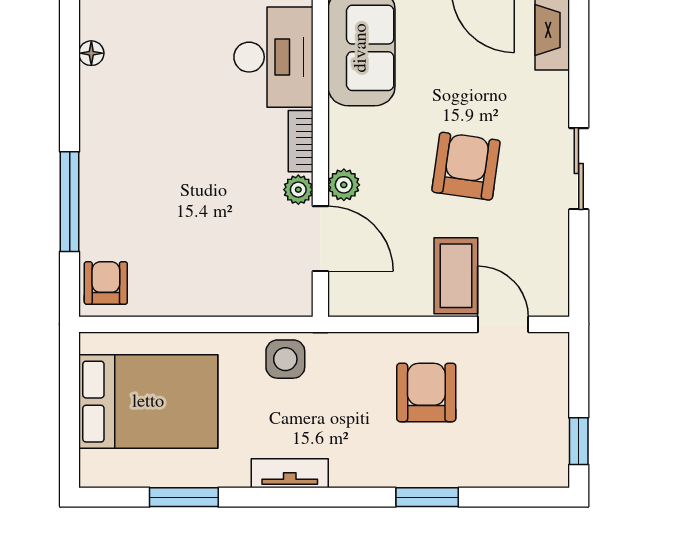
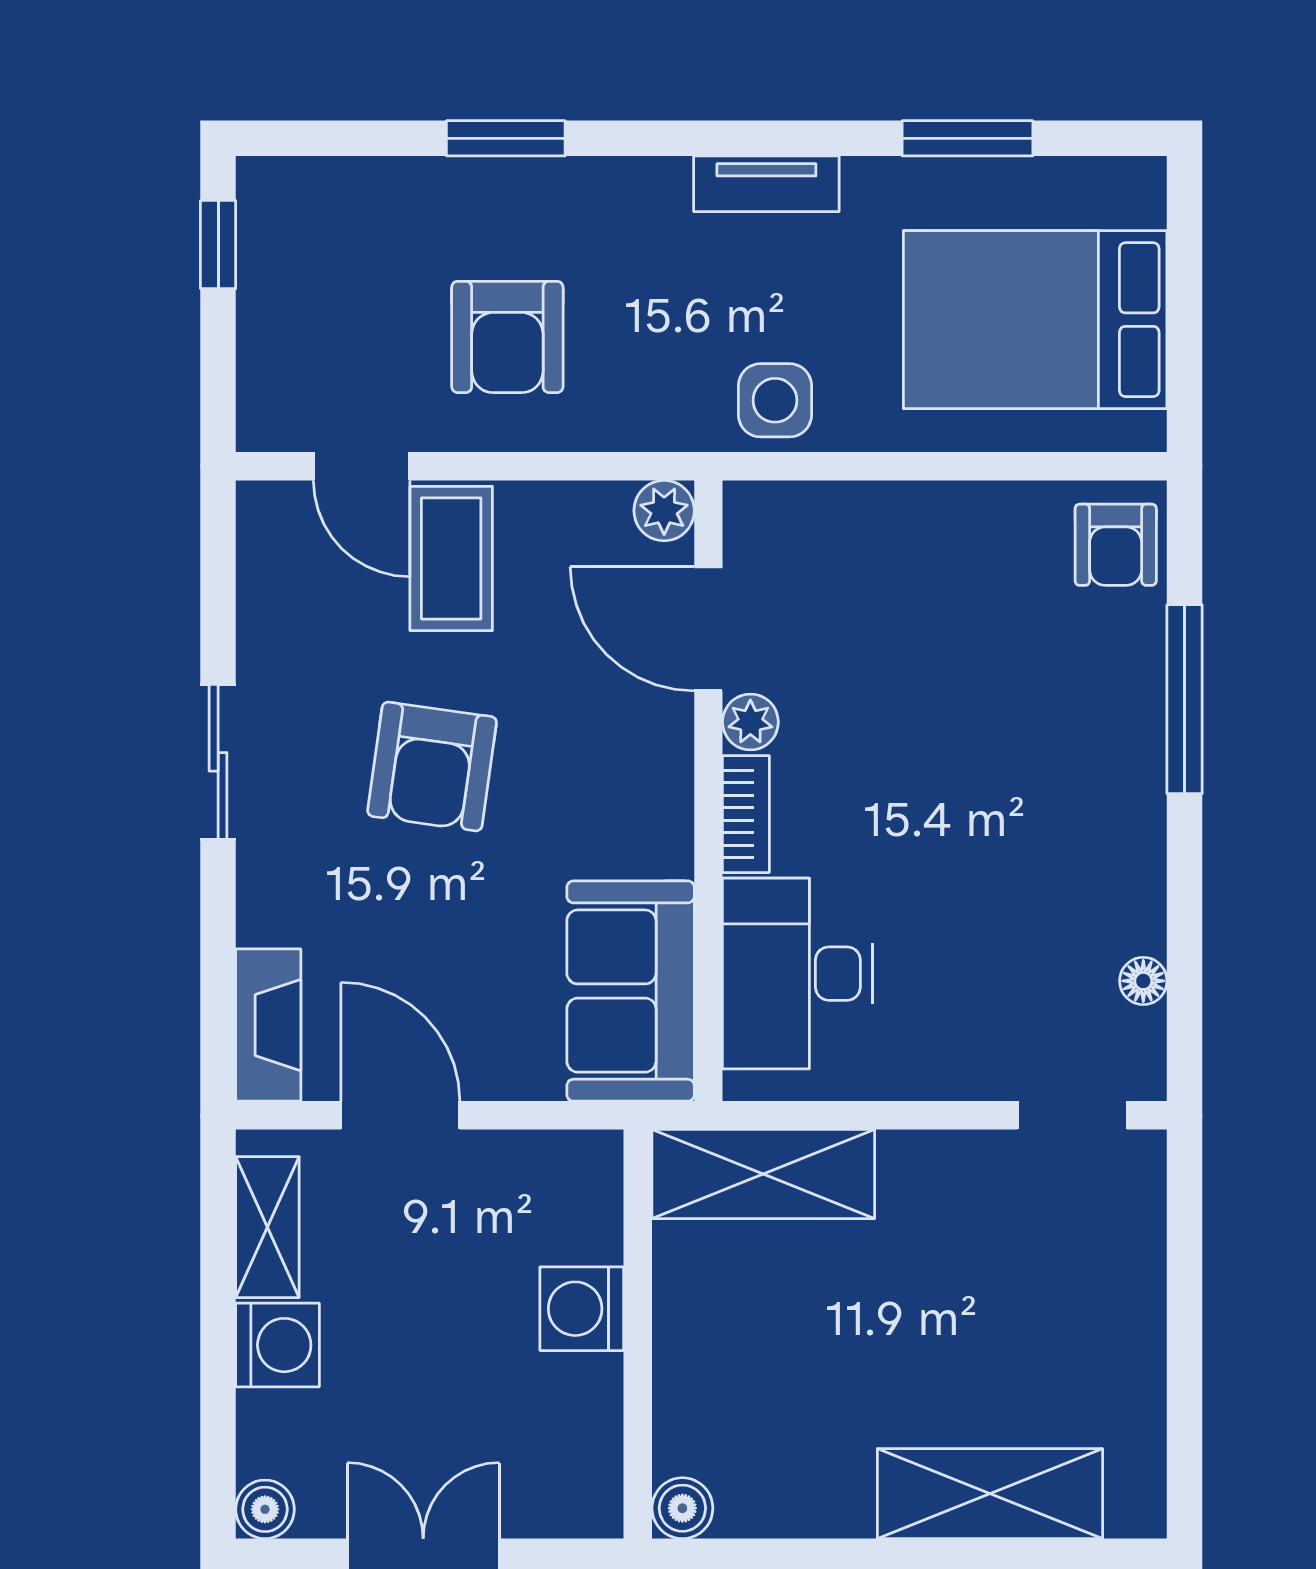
plant: (344, 185) -> (664, 511), moved

